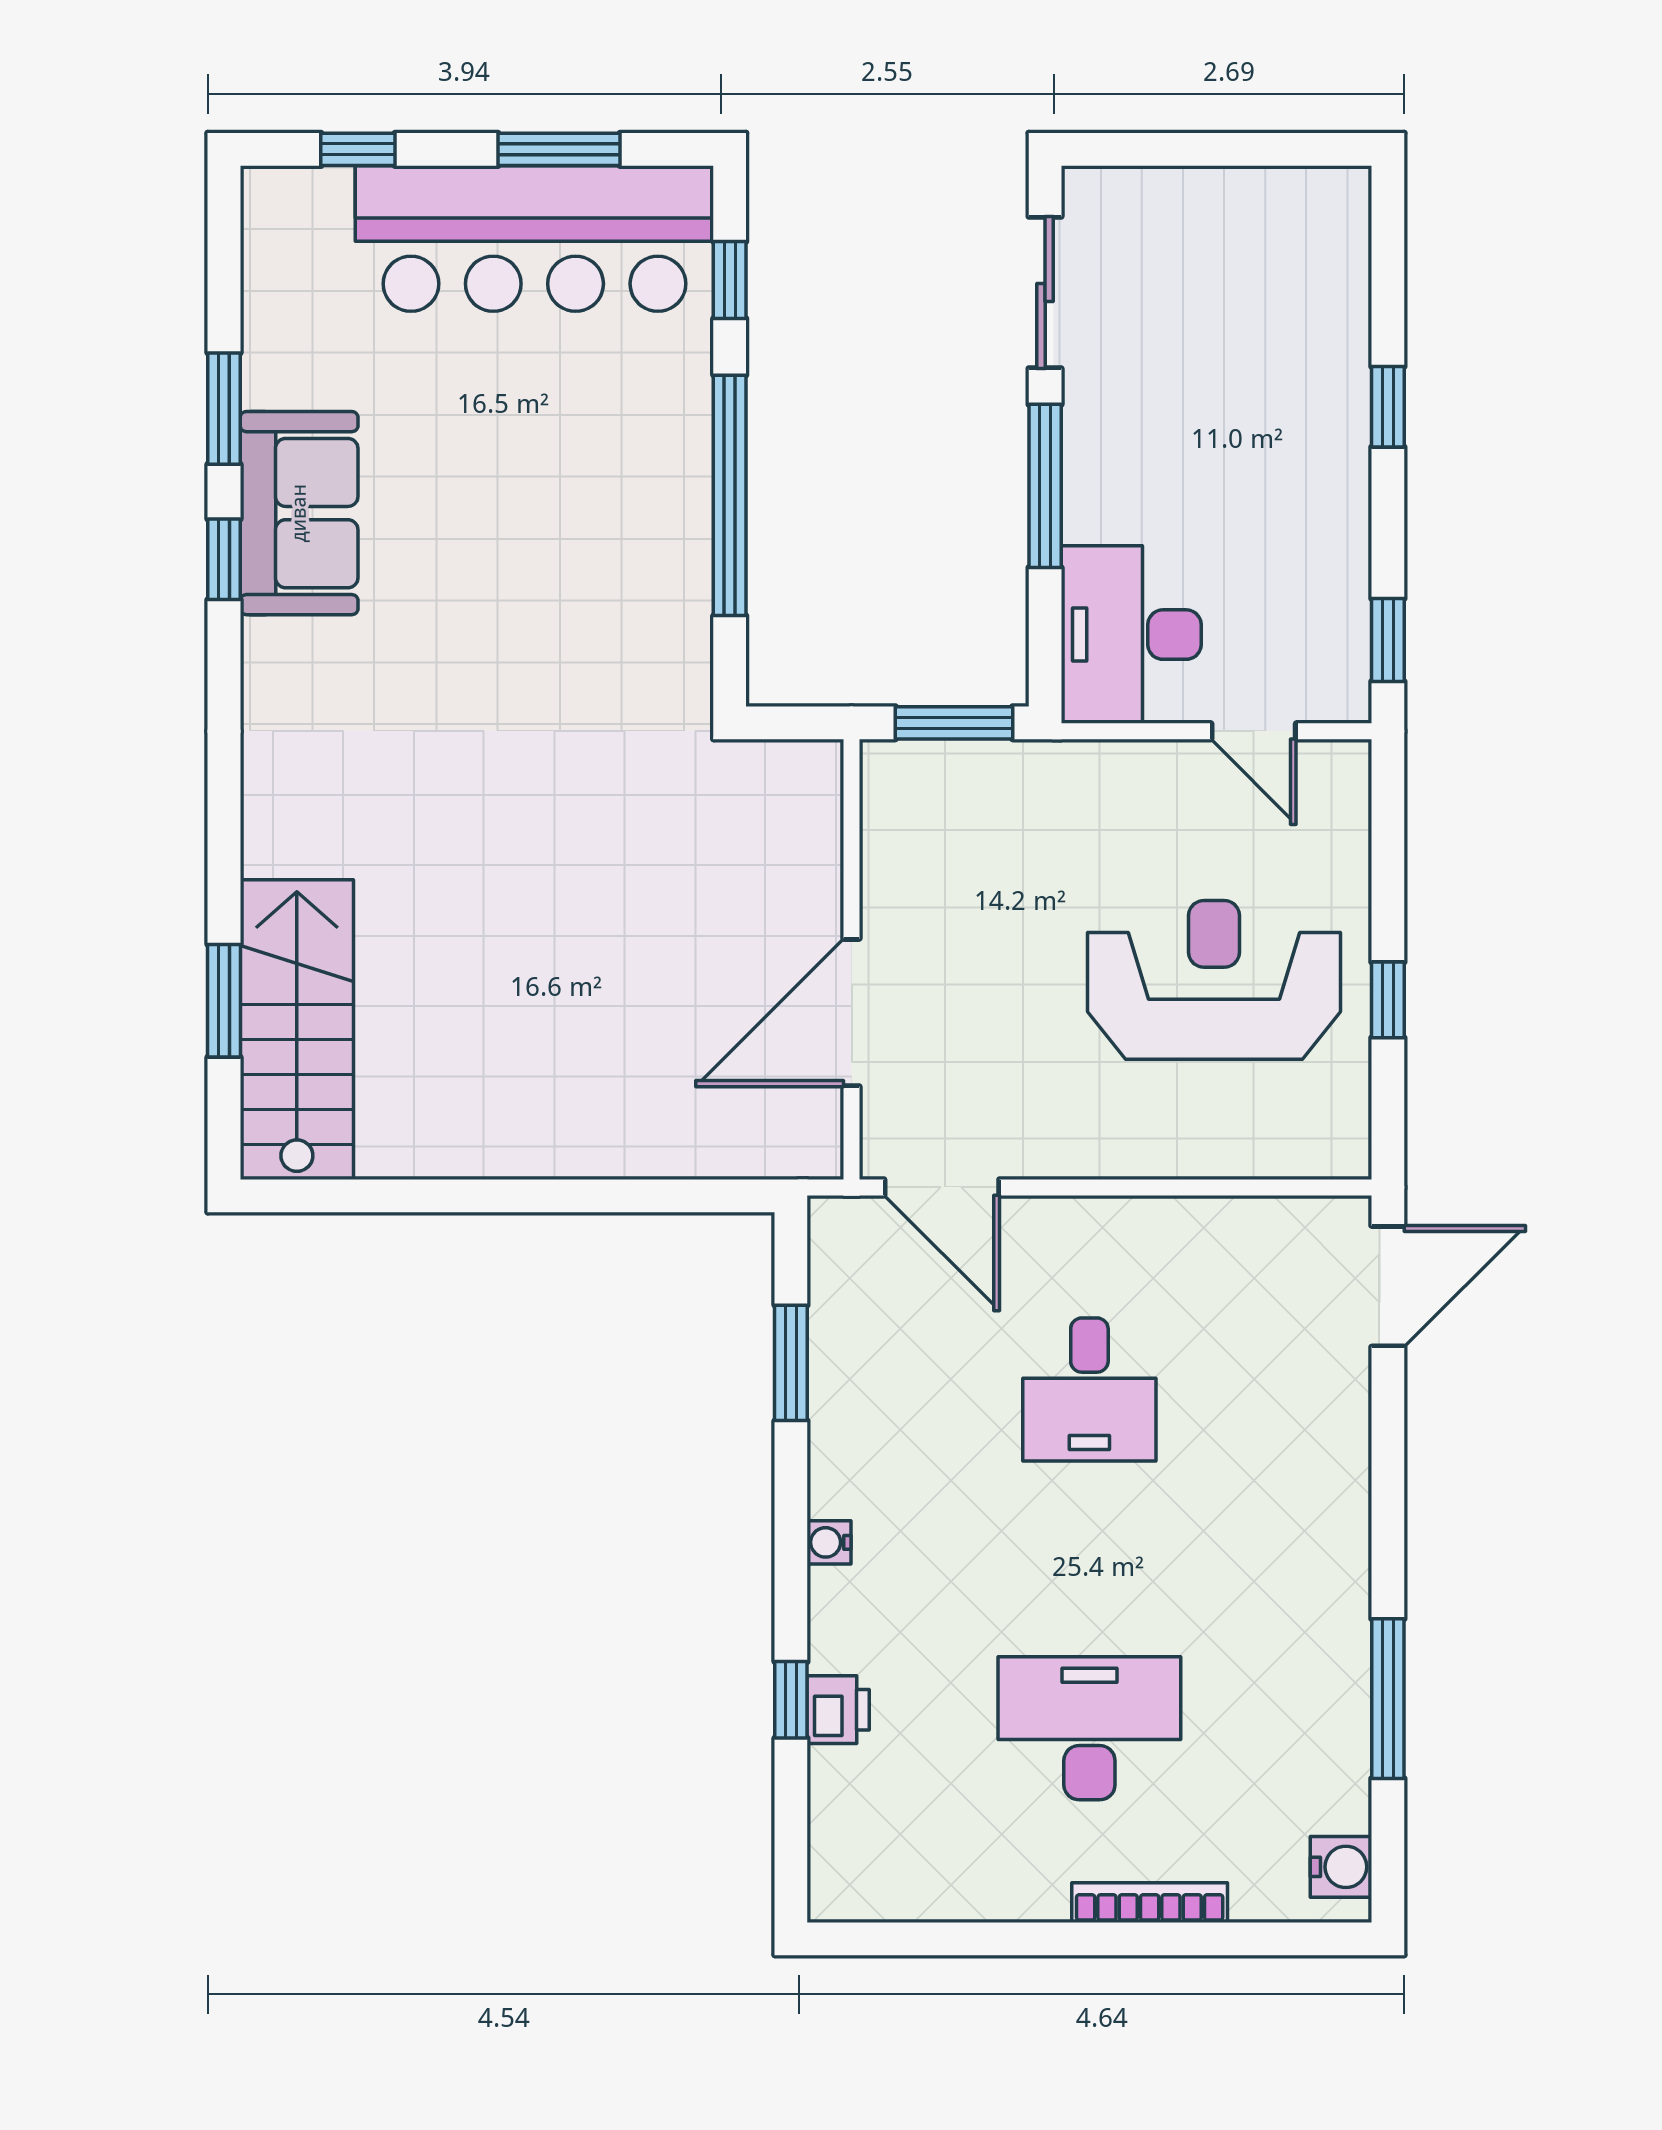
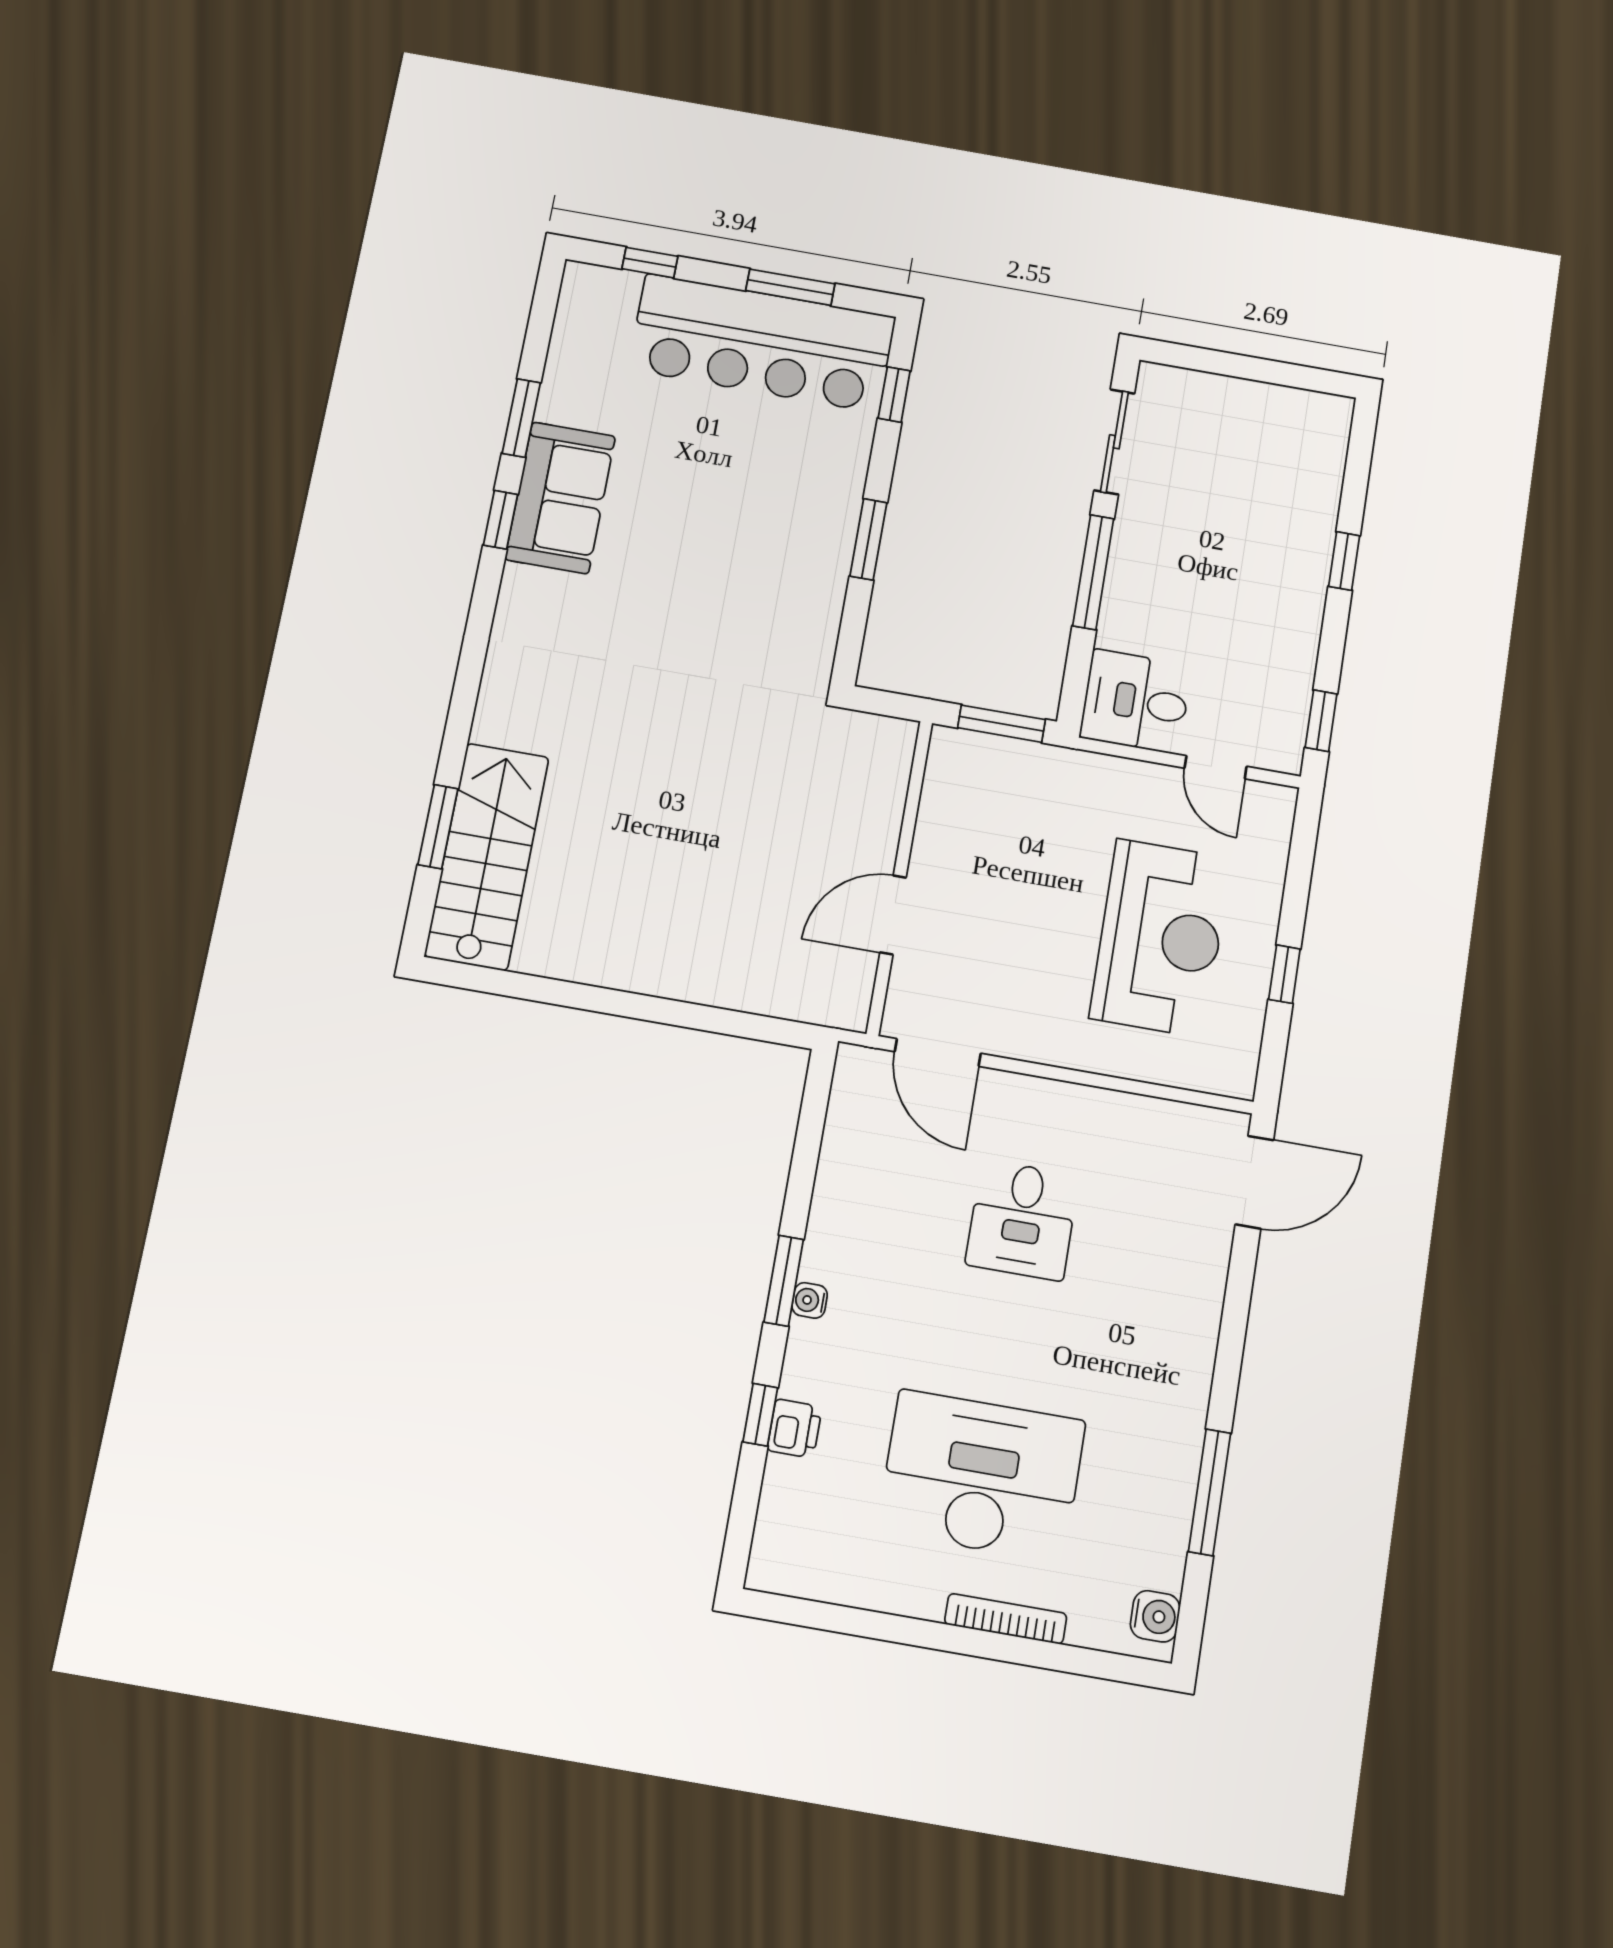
window: (730, 495) -> (868, 539), width x0.47
desk: (1131, 635) -> (1136, 701), width x0.73
reception desk: (1214, 980) -> (1160, 938), turned 90
door: (852, 1013) -> (893, 915), width x0.73
window: (791, 1363) -> (784, 1281), moved
desk: (1089, 1728) -> (981, 1476), width x1.36, depth x1.30

